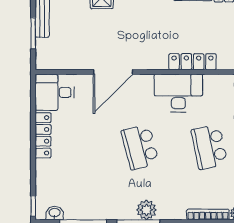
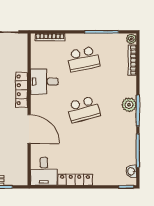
locker: (192, 62) -> (22, 90), moved
desk: (178, 93) -> (44, 82), width x0.73

